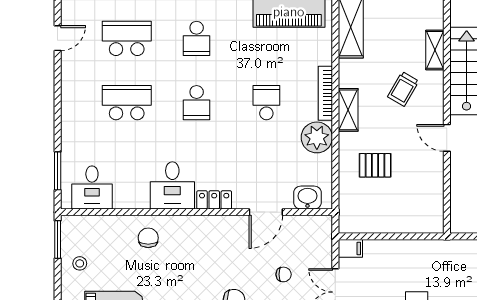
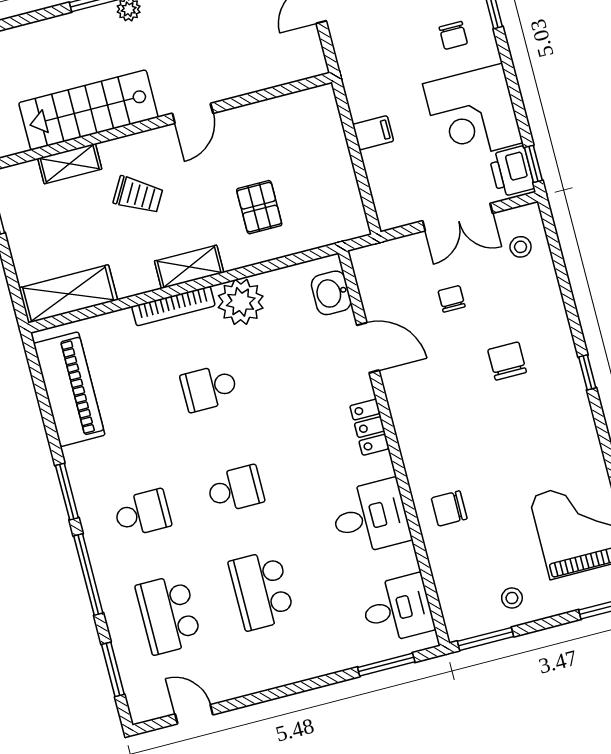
desk: (172, 185) -> (370, 517), moved
filing cabinet: (350, 248) -> (373, 133), moved, turned 90

